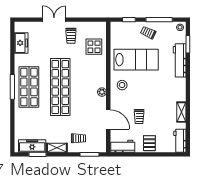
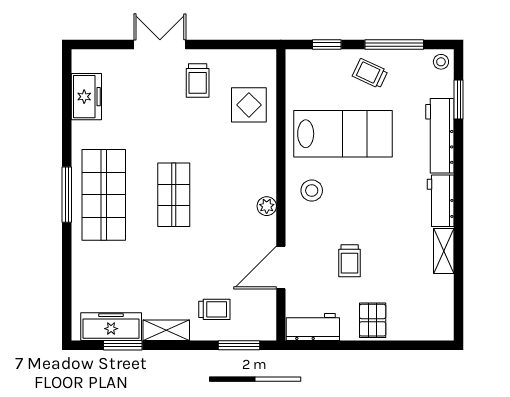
shop shelf: (60, 87) -> (174, 195), width x0.50, depth x0.74
door: (108, 119) -> (281, 267), swing flipped
workbench: (180, 141) -> (441, 201), moved

